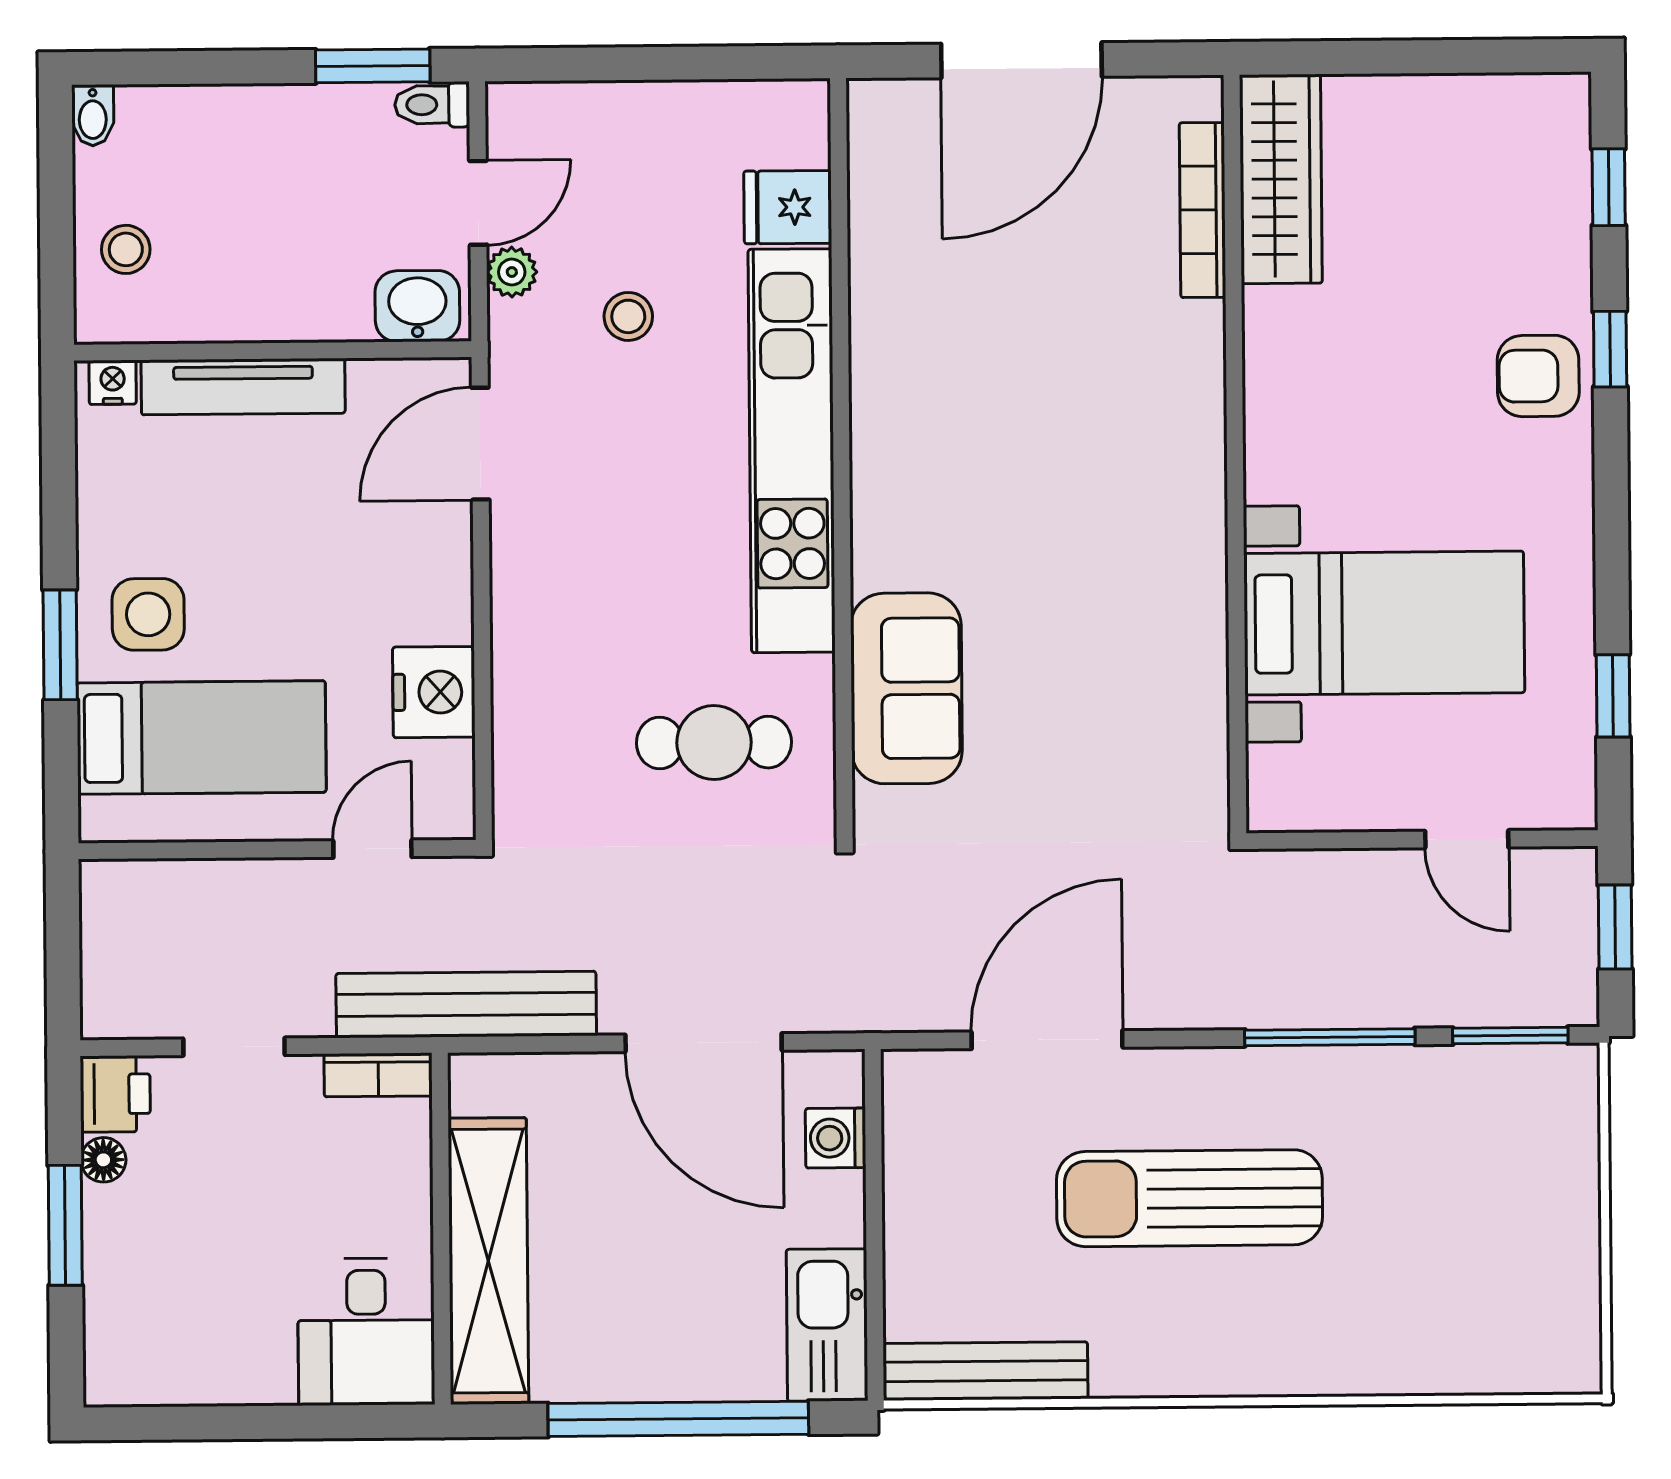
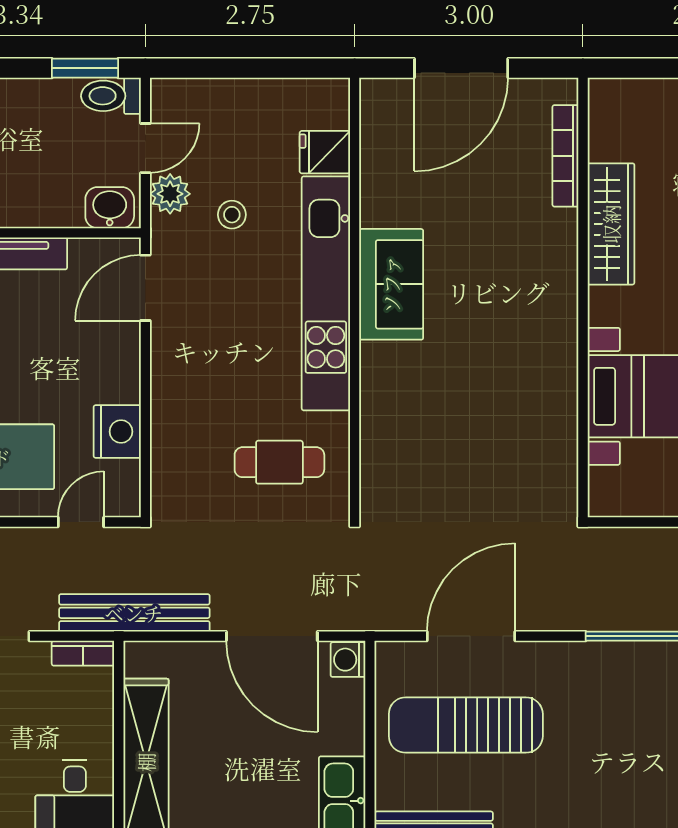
toilet: (432, 105) -> (111, 96), width x1.37, depth x1.39
wardrobe: (1281, 179) -> (611, 224), moved
plant: (512, 272) -> (170, 194), width x1.38, depth x1.38
sofa: (906, 688) -> (391, 284), moved
washing machine: (836, 1138) -> (348, 660), moved
sun lounger: (1189, 1198) -> (466, 725), moved

